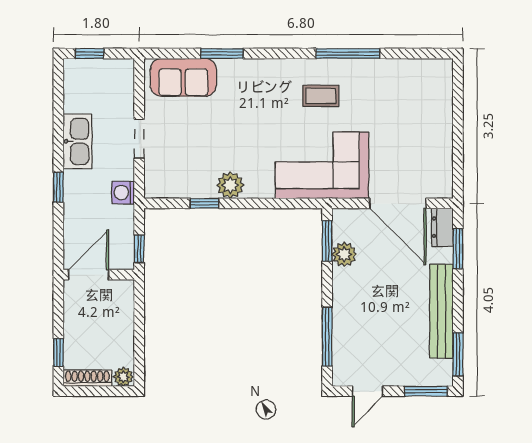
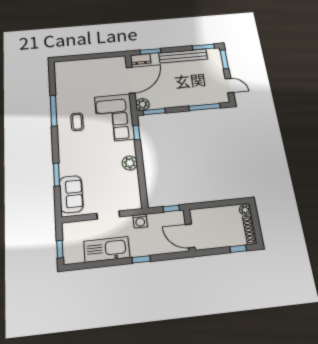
kitchen sink: (78, 141) -> (107, 249), width x1.36, depth x1.24
window: (204, 203) -> (136, 132), moved
plant: (344, 254) -> (142, 104), moved

